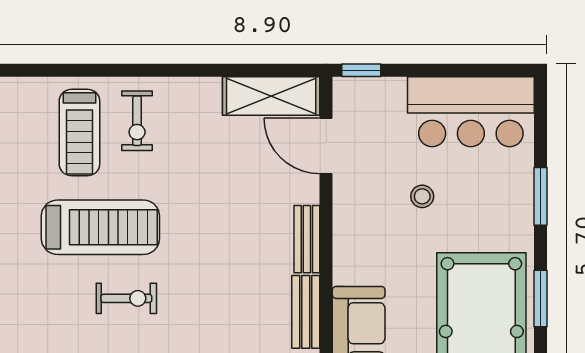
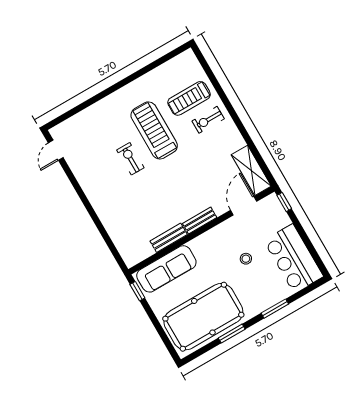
treadmill: (100, 227) -> (154, 130), turned 180
exercise bike: (126, 298) -> (130, 159), turned 180

